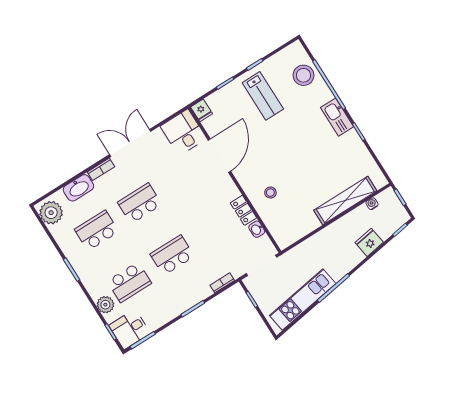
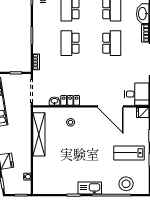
shelving: (345, 201) -> (39, 134), moved
school desk: (172, 255) -> (70, 43), turned 180

